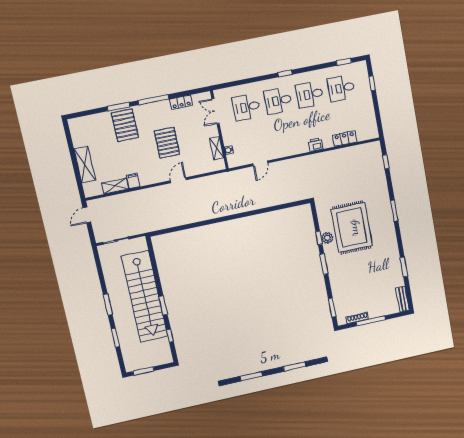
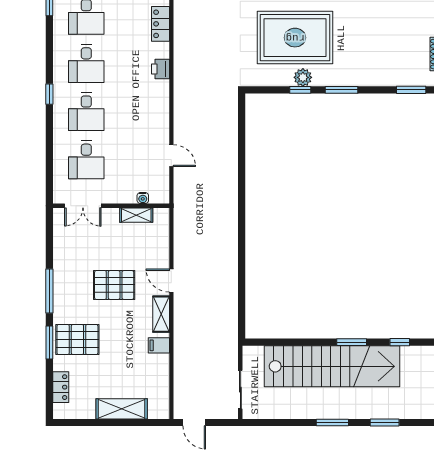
locker: (181, 102) -> (61, 387), moved
shelving: (115, 186) -> (161, 314), moved

